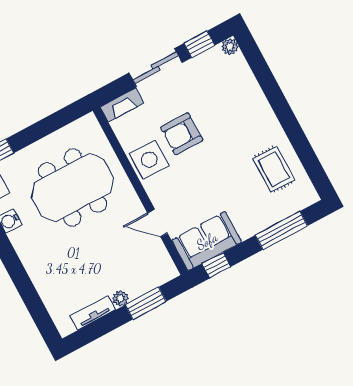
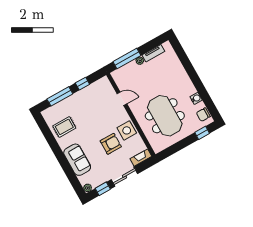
rug: (274, 169) -> (64, 127), turned 90
meeting table: (73, 187) -> (165, 116), turned 90
sofa: (207, 241) -> (77, 160), moved, turned -90
window: (216, 265) -> (82, 84), moved
window: (146, 303) -> (127, 59), width x1.44

